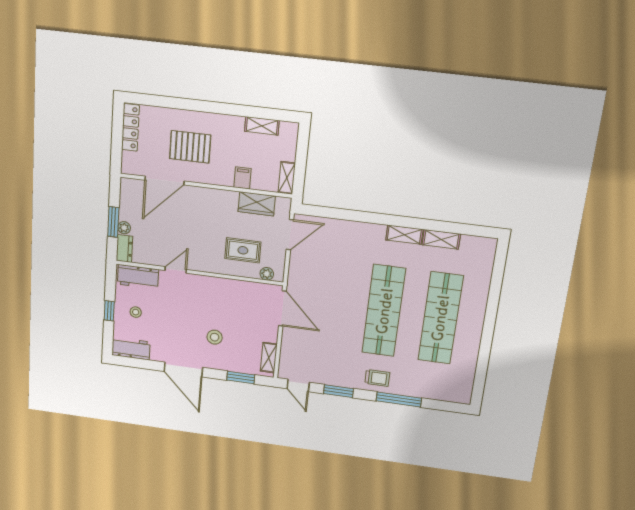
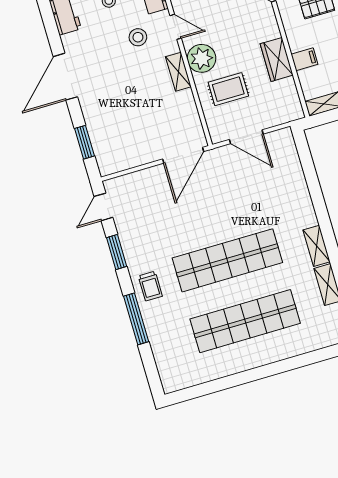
wardrobe: (257, 204) -> (277, 59), moved
door: (290, 235) -> (246, 137), moved
rug: (243, 250) -> (228, 89), turned 90
plant: (267, 274) -> (202, 58), moved, width x1.88, depth x1.88
stool: (215, 337) -> (138, 37), moved
shelving: (269, 358) -> (178, 72), moved, turned 90

